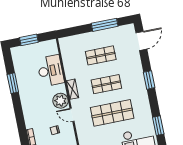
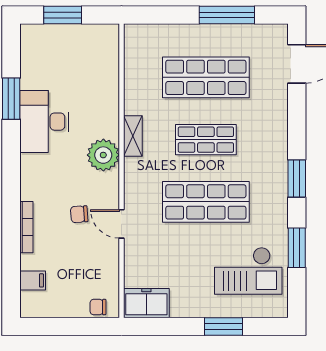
shop shelf: (101, 55) -> (206, 77), width x1.43, depth x1.36
desk: (50, 71) -> (44, 122), moved, turned 180
window: (149, 80) -> (297, 178), moved
door: (72, 115) -> (121, 224), moved

